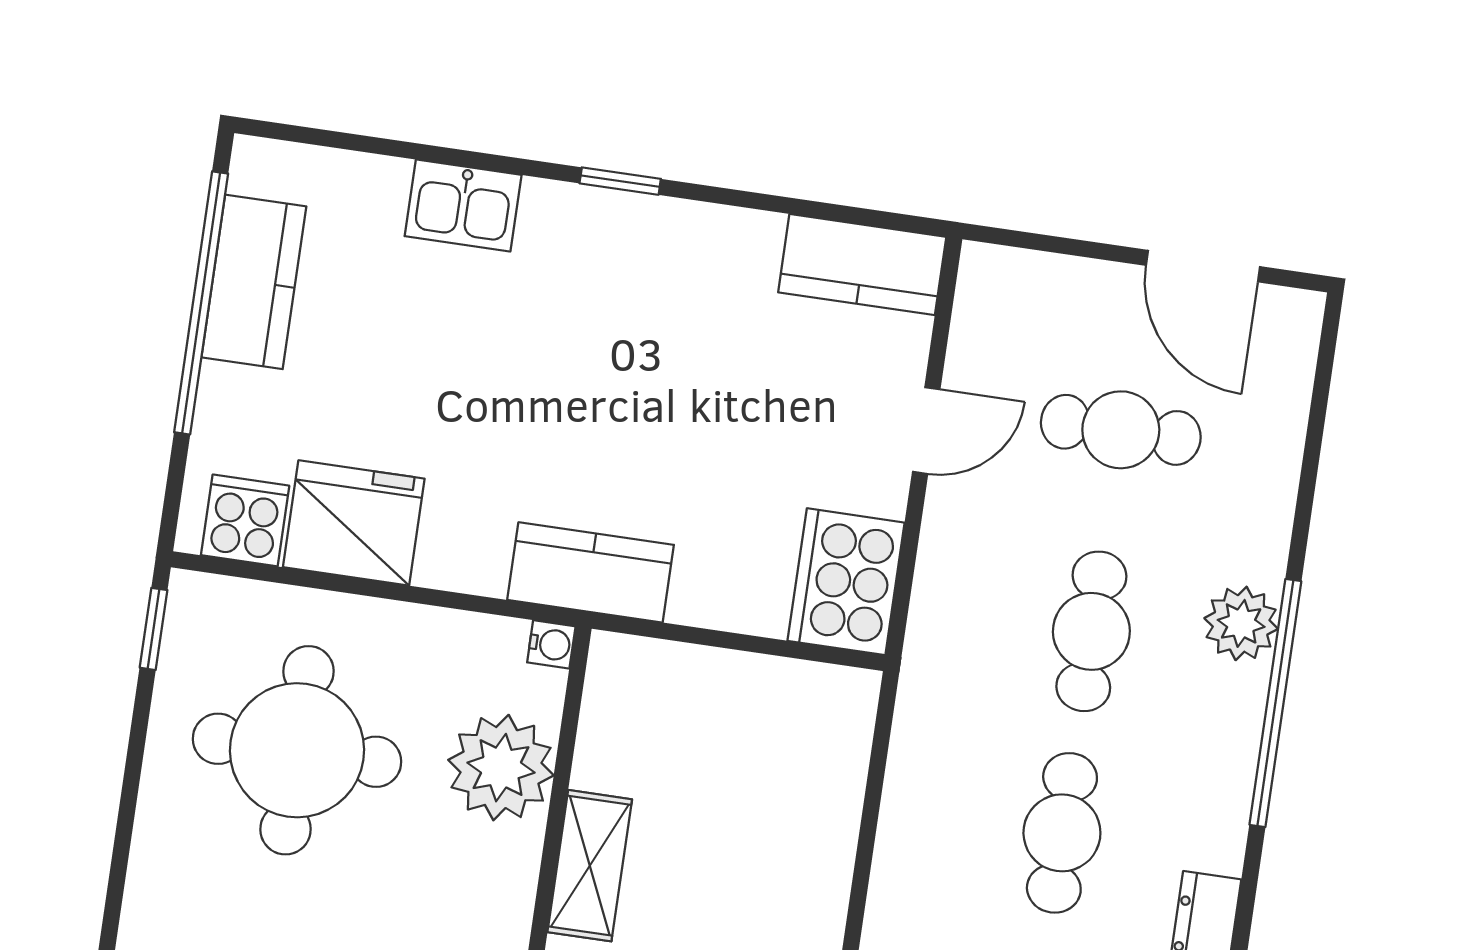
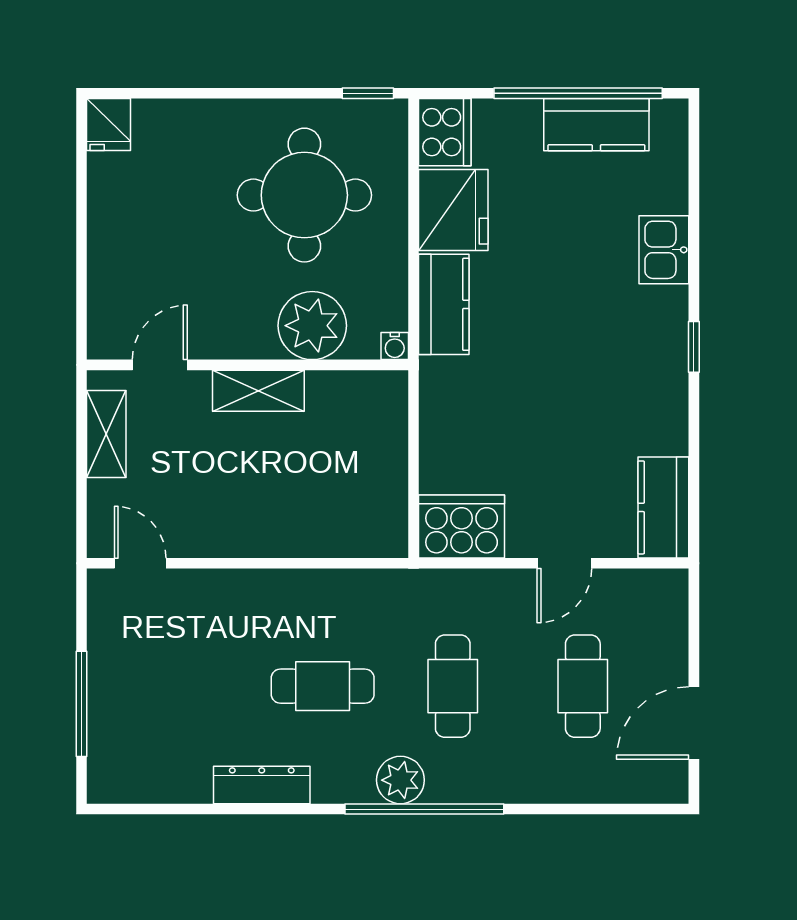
door: (926, 431) -> (564, 563), hinge flipped
cooker: (245, 520) -> (445, 132), width x1.36
kitchen counter: (591, 572) -> (444, 304), moved
plant: (1241, 623) -> (400, 780), moved
cafe table: (1091, 631) -> (453, 686), turned 90

